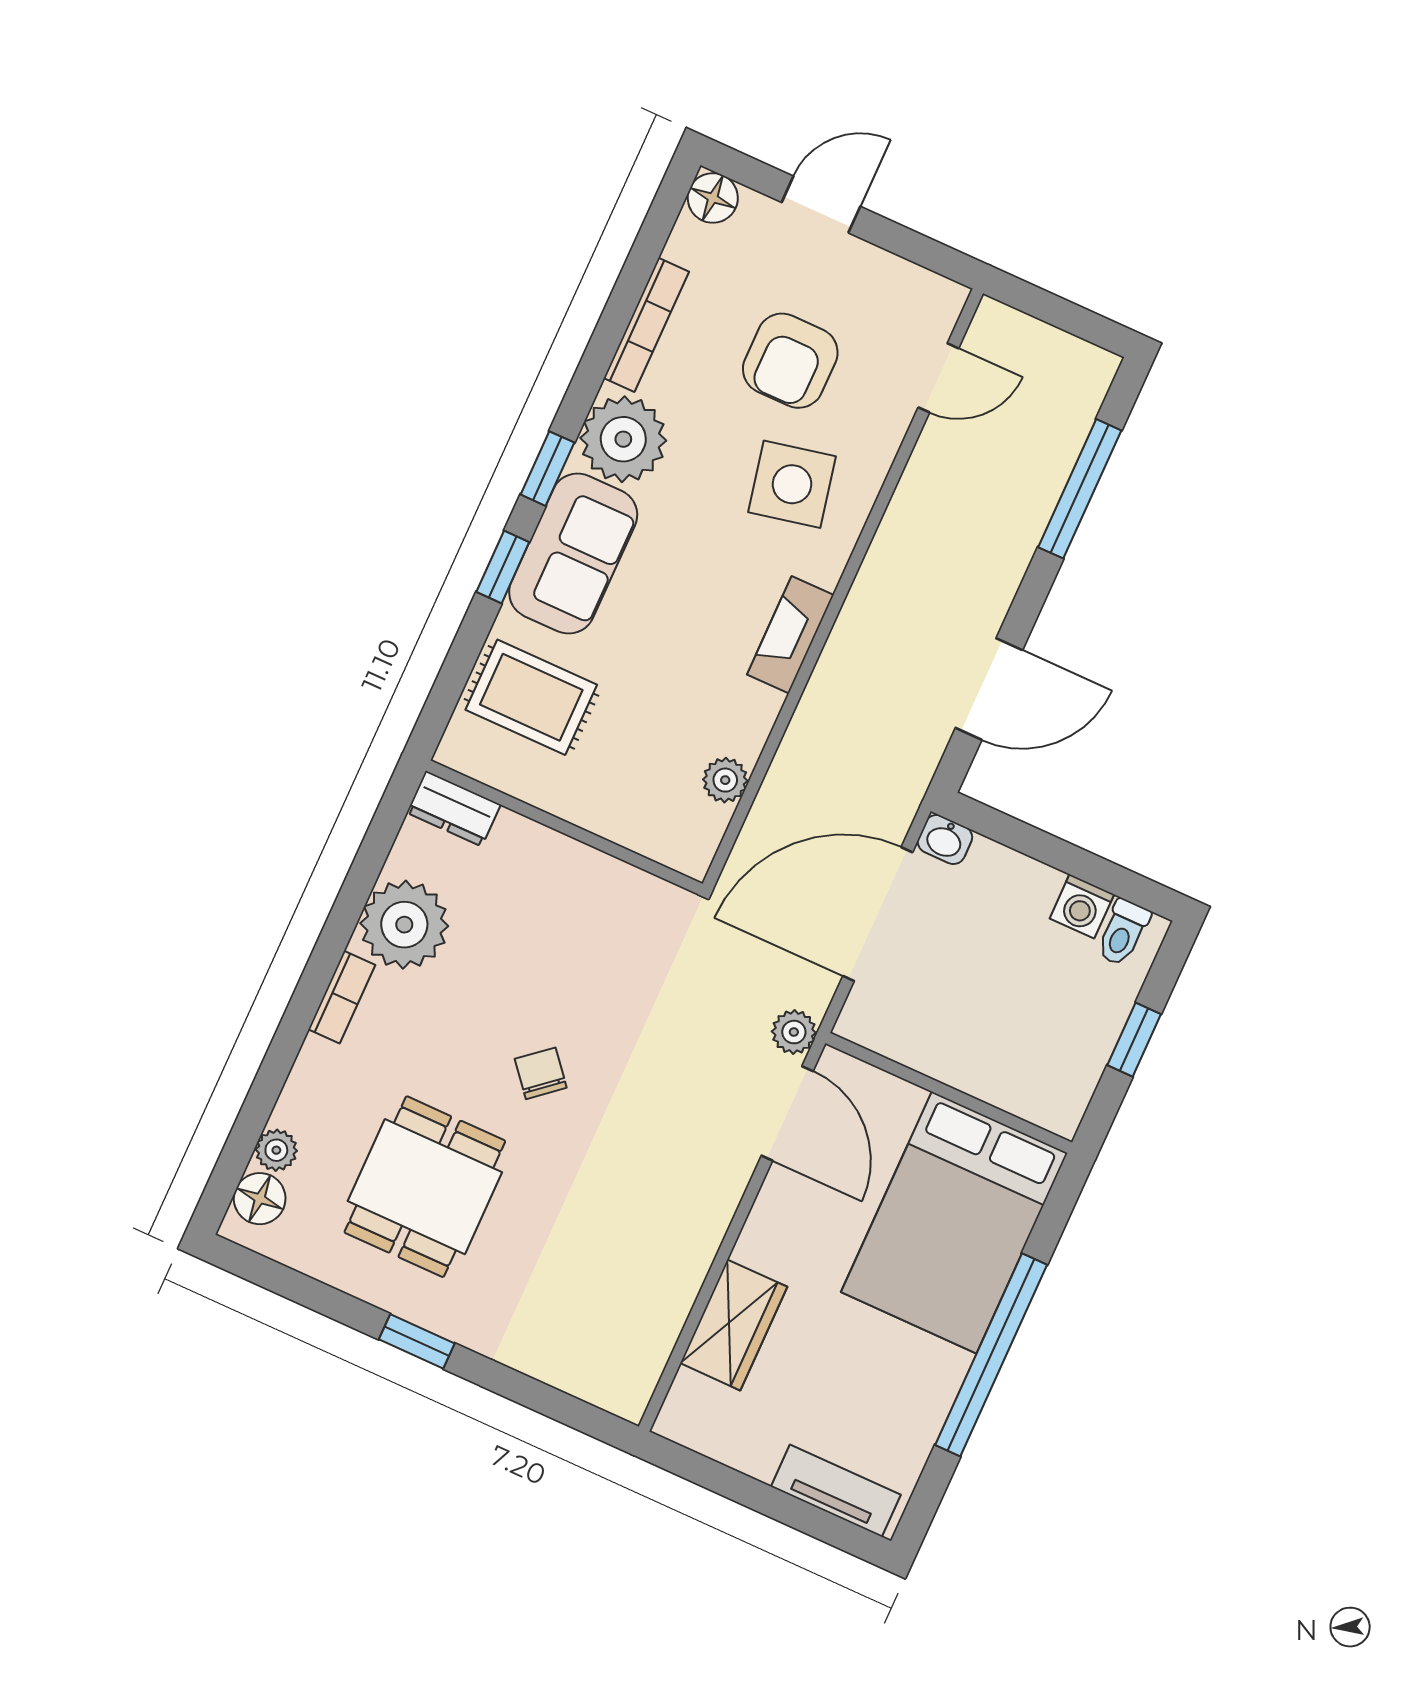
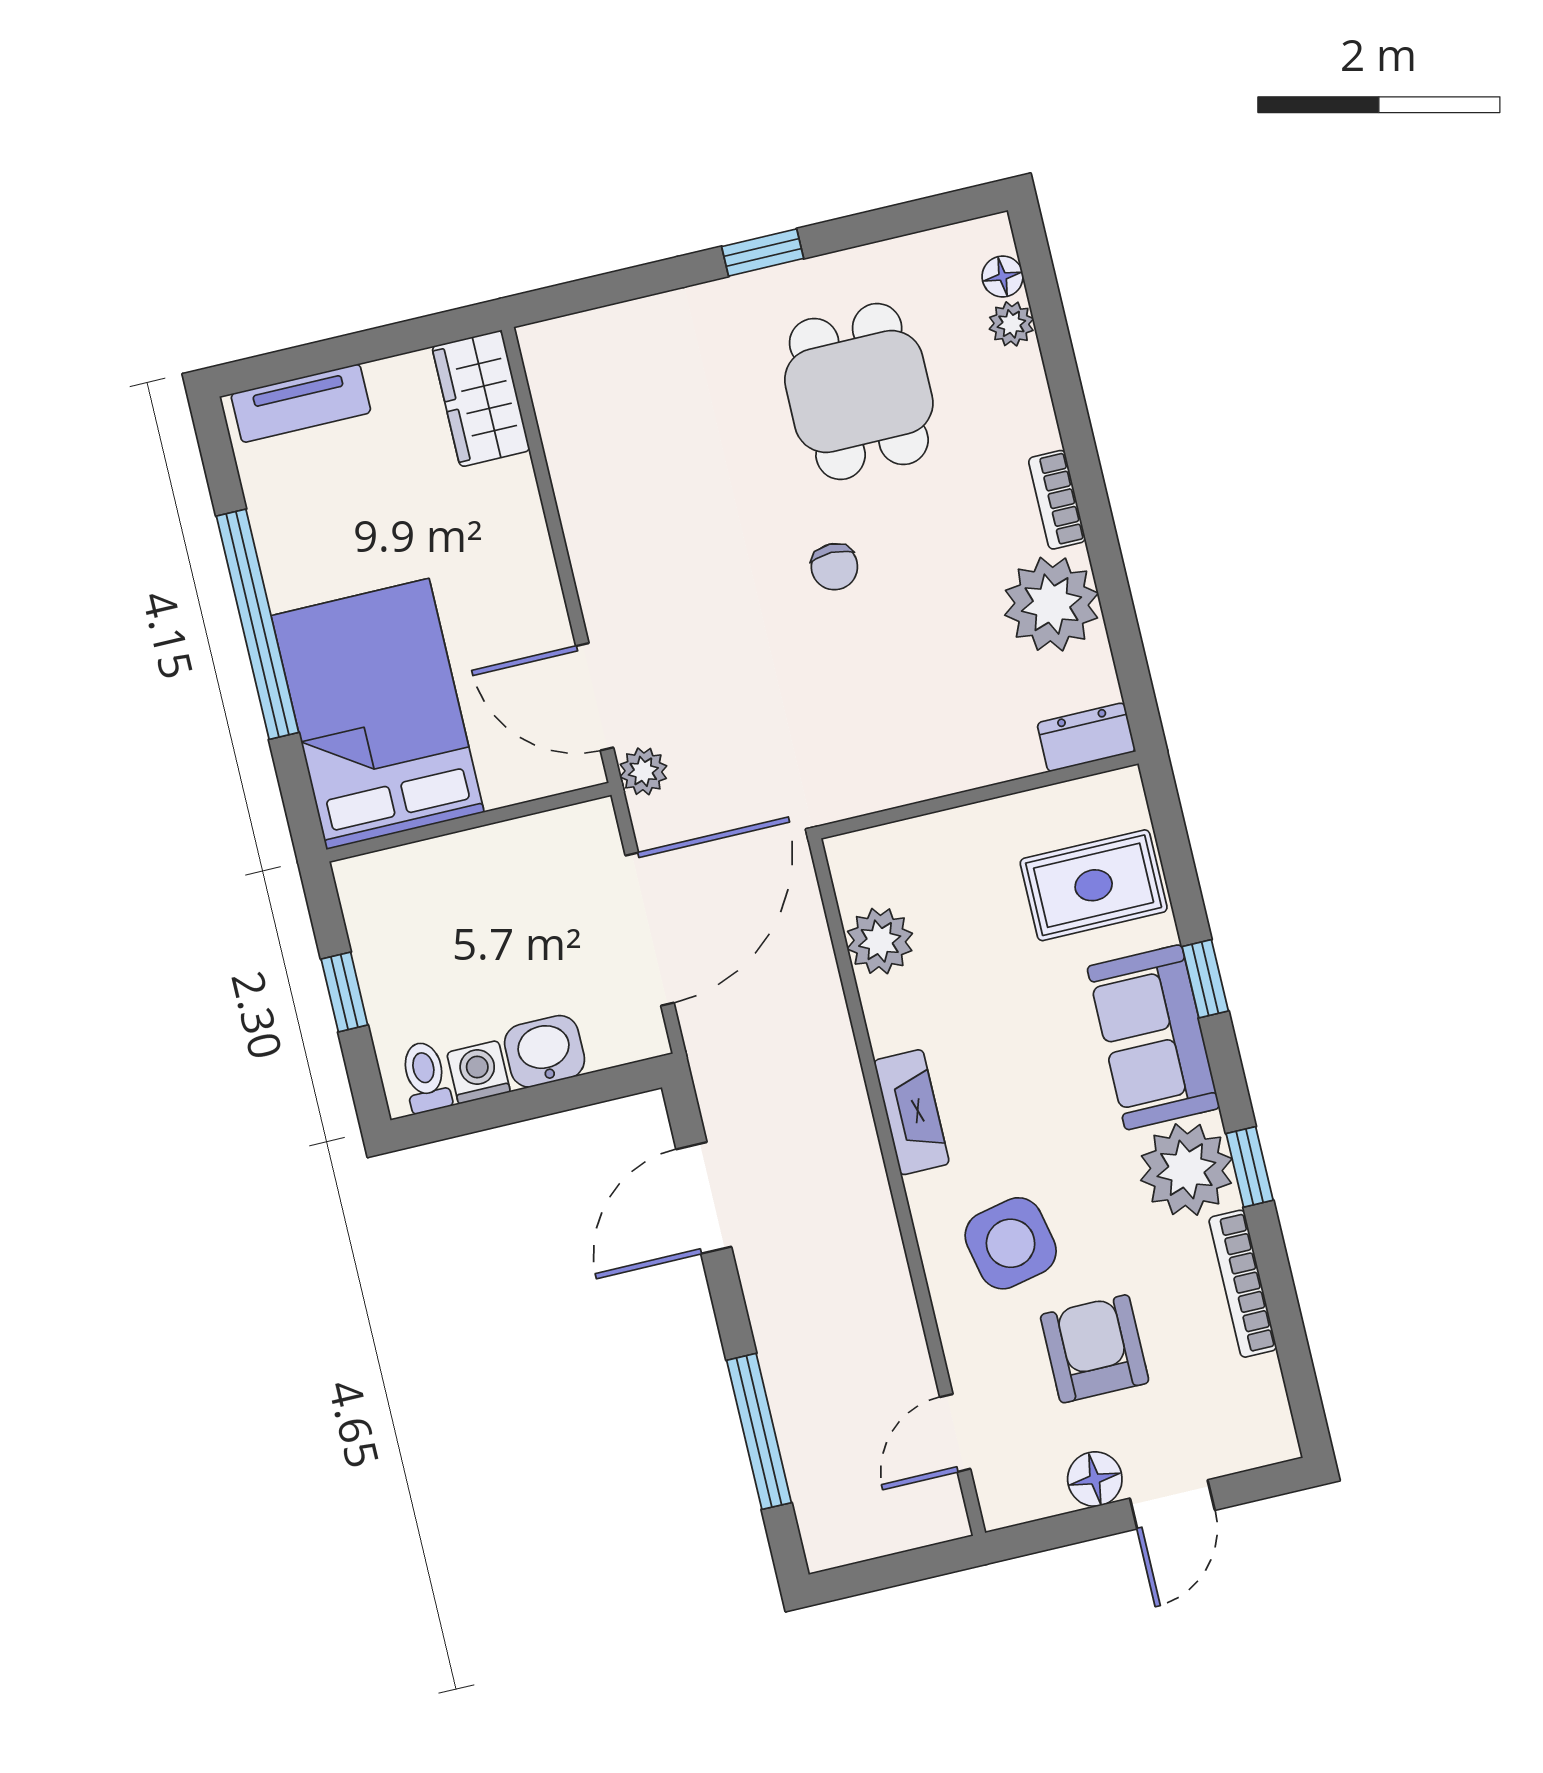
floor lamp: (713, 198) -> (1095, 1479), moved
window: (547, 469) -> (1250, 1167), moved
plant: (725, 780) -> (880, 941), width x1.38, depth x1.38
washbasin: (945, 839) -> (545, 1051), moved, width x1.38, depth x1.45
chair: (541, 1073) -> (834, 567), turned 40
floor lamp: (260, 1199) -> (1003, 277), width x0.73, depth x0.73
wardrobe: (734, 1325) -> (481, 399), moved

